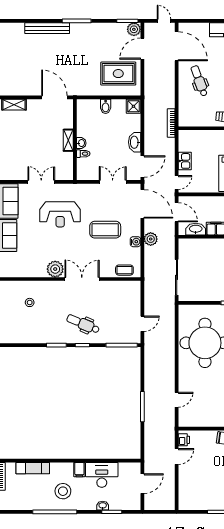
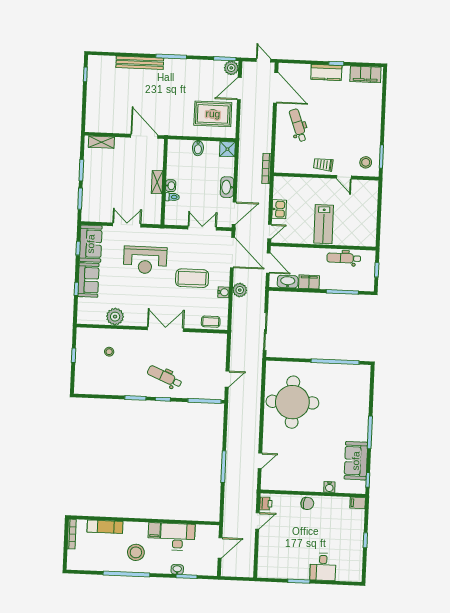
plant: (55, 269) -> (115, 317), moved

